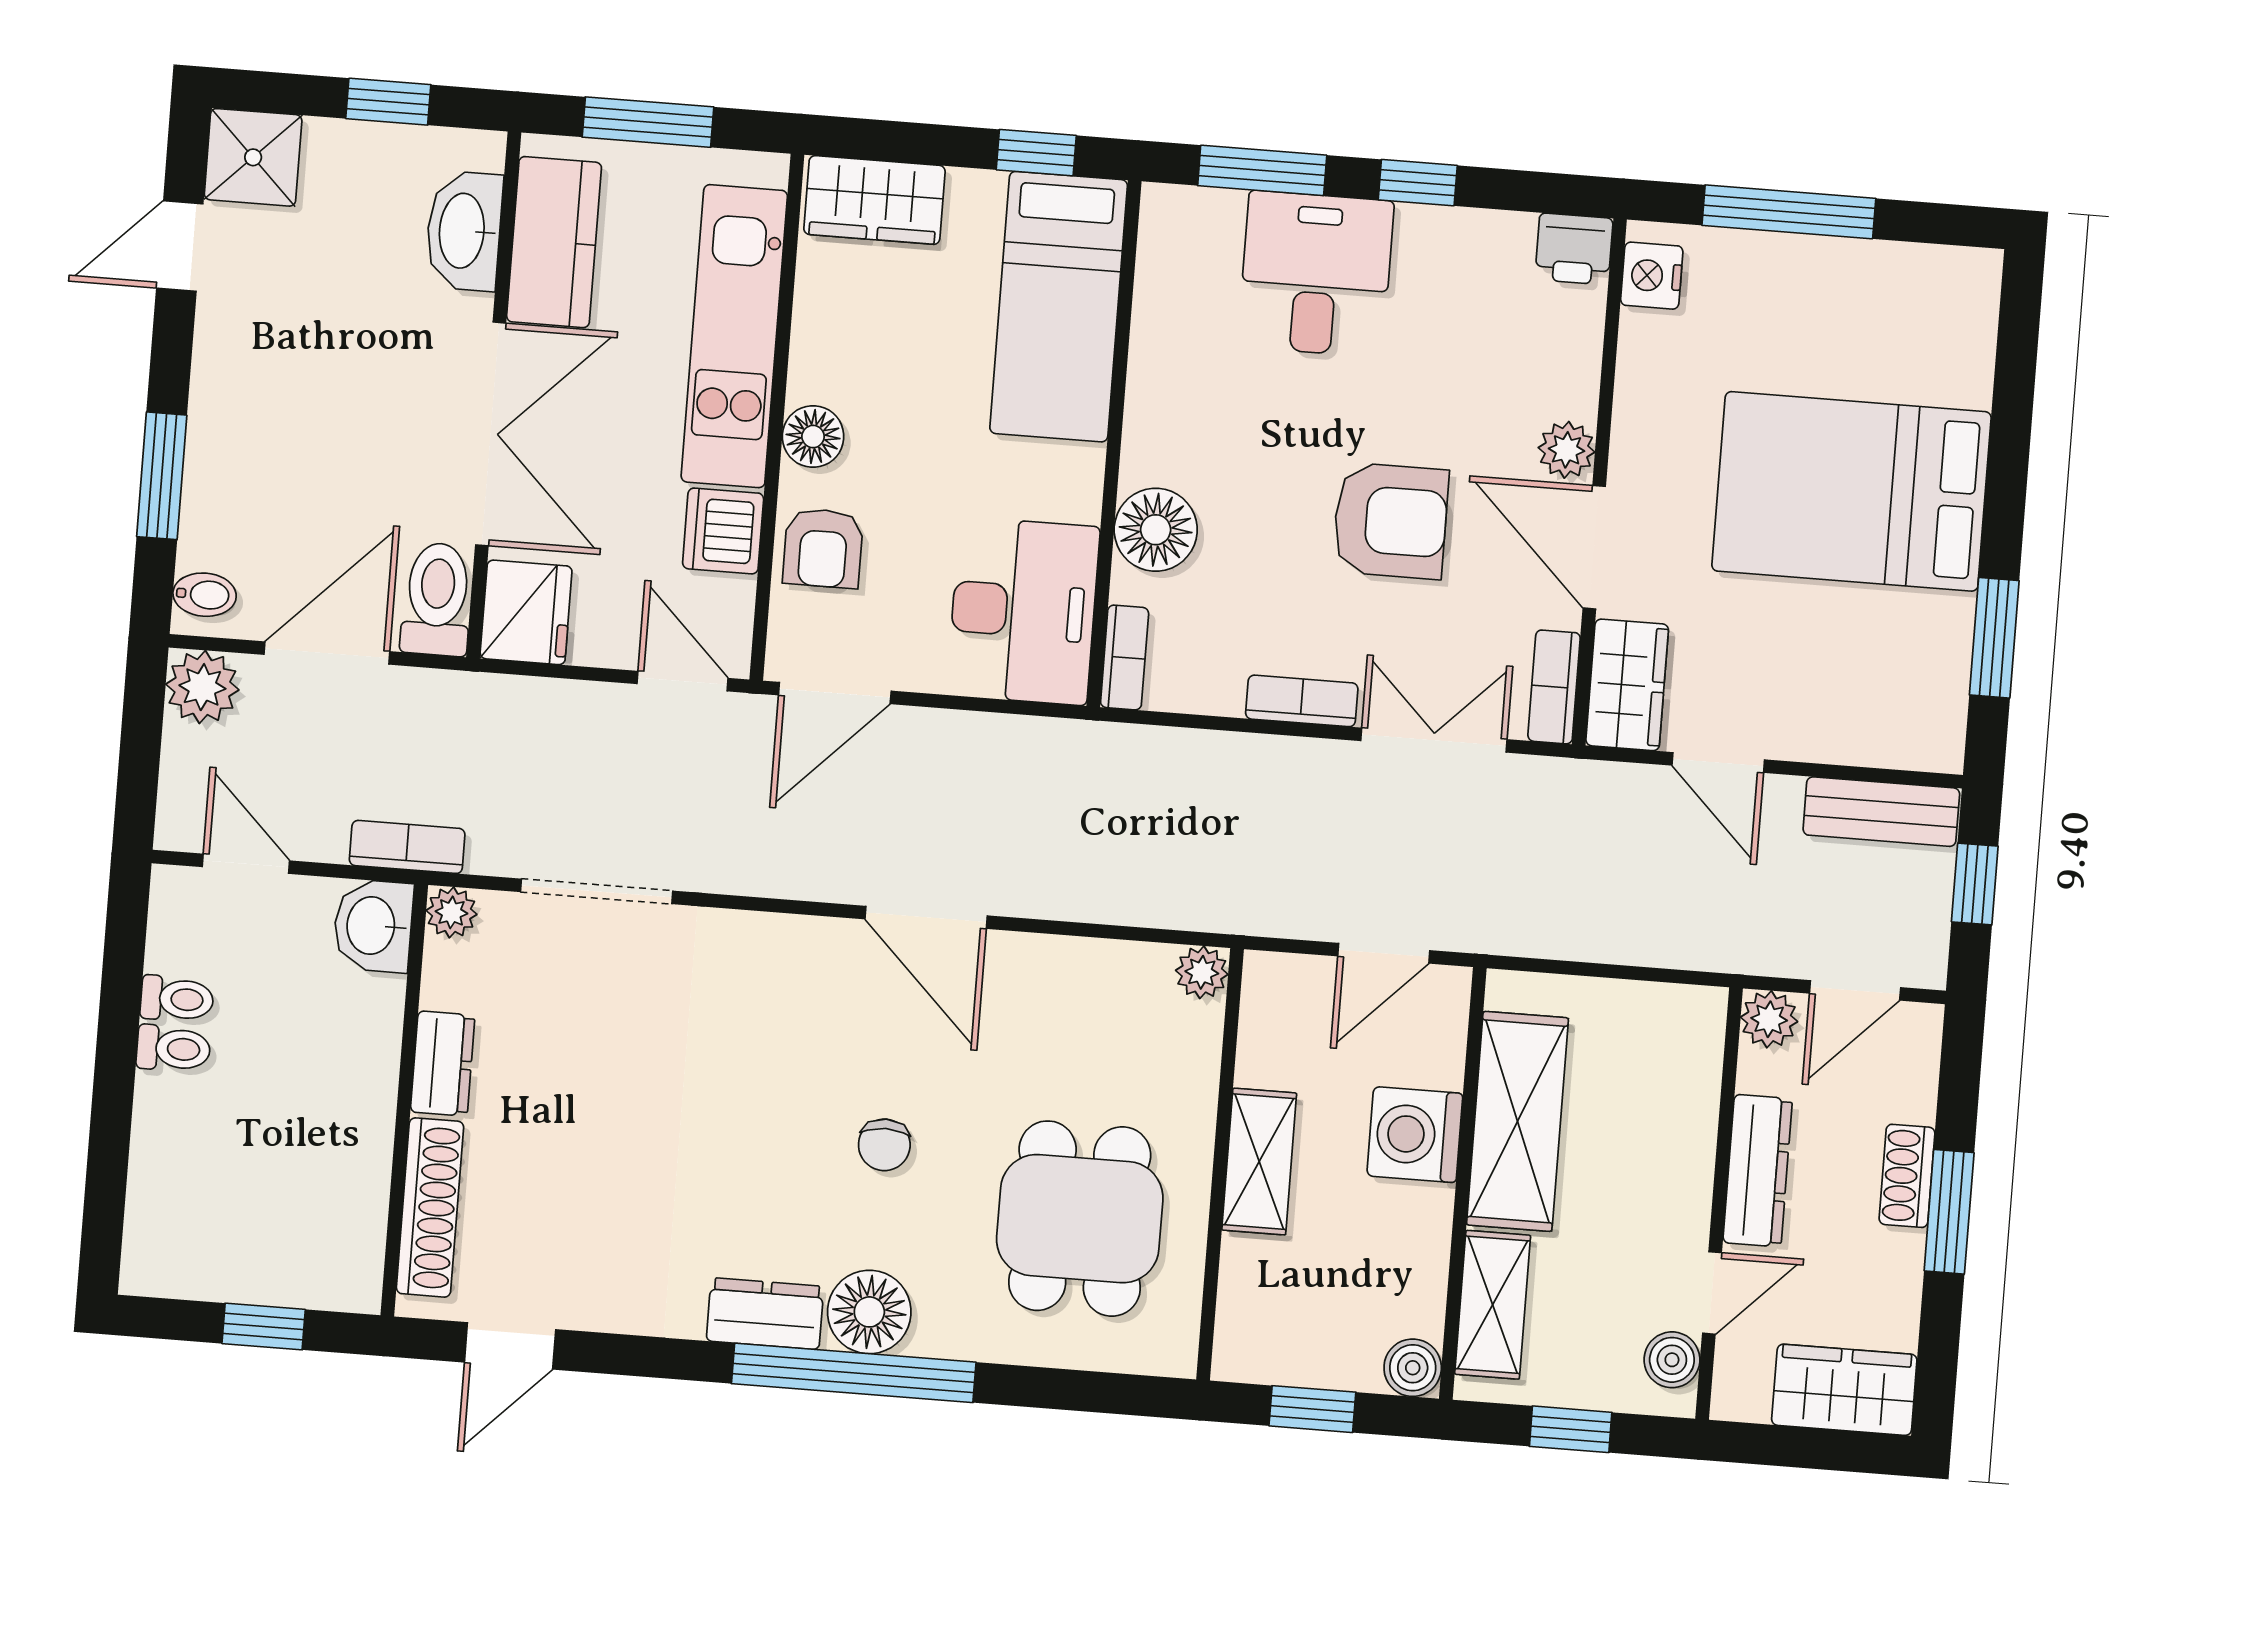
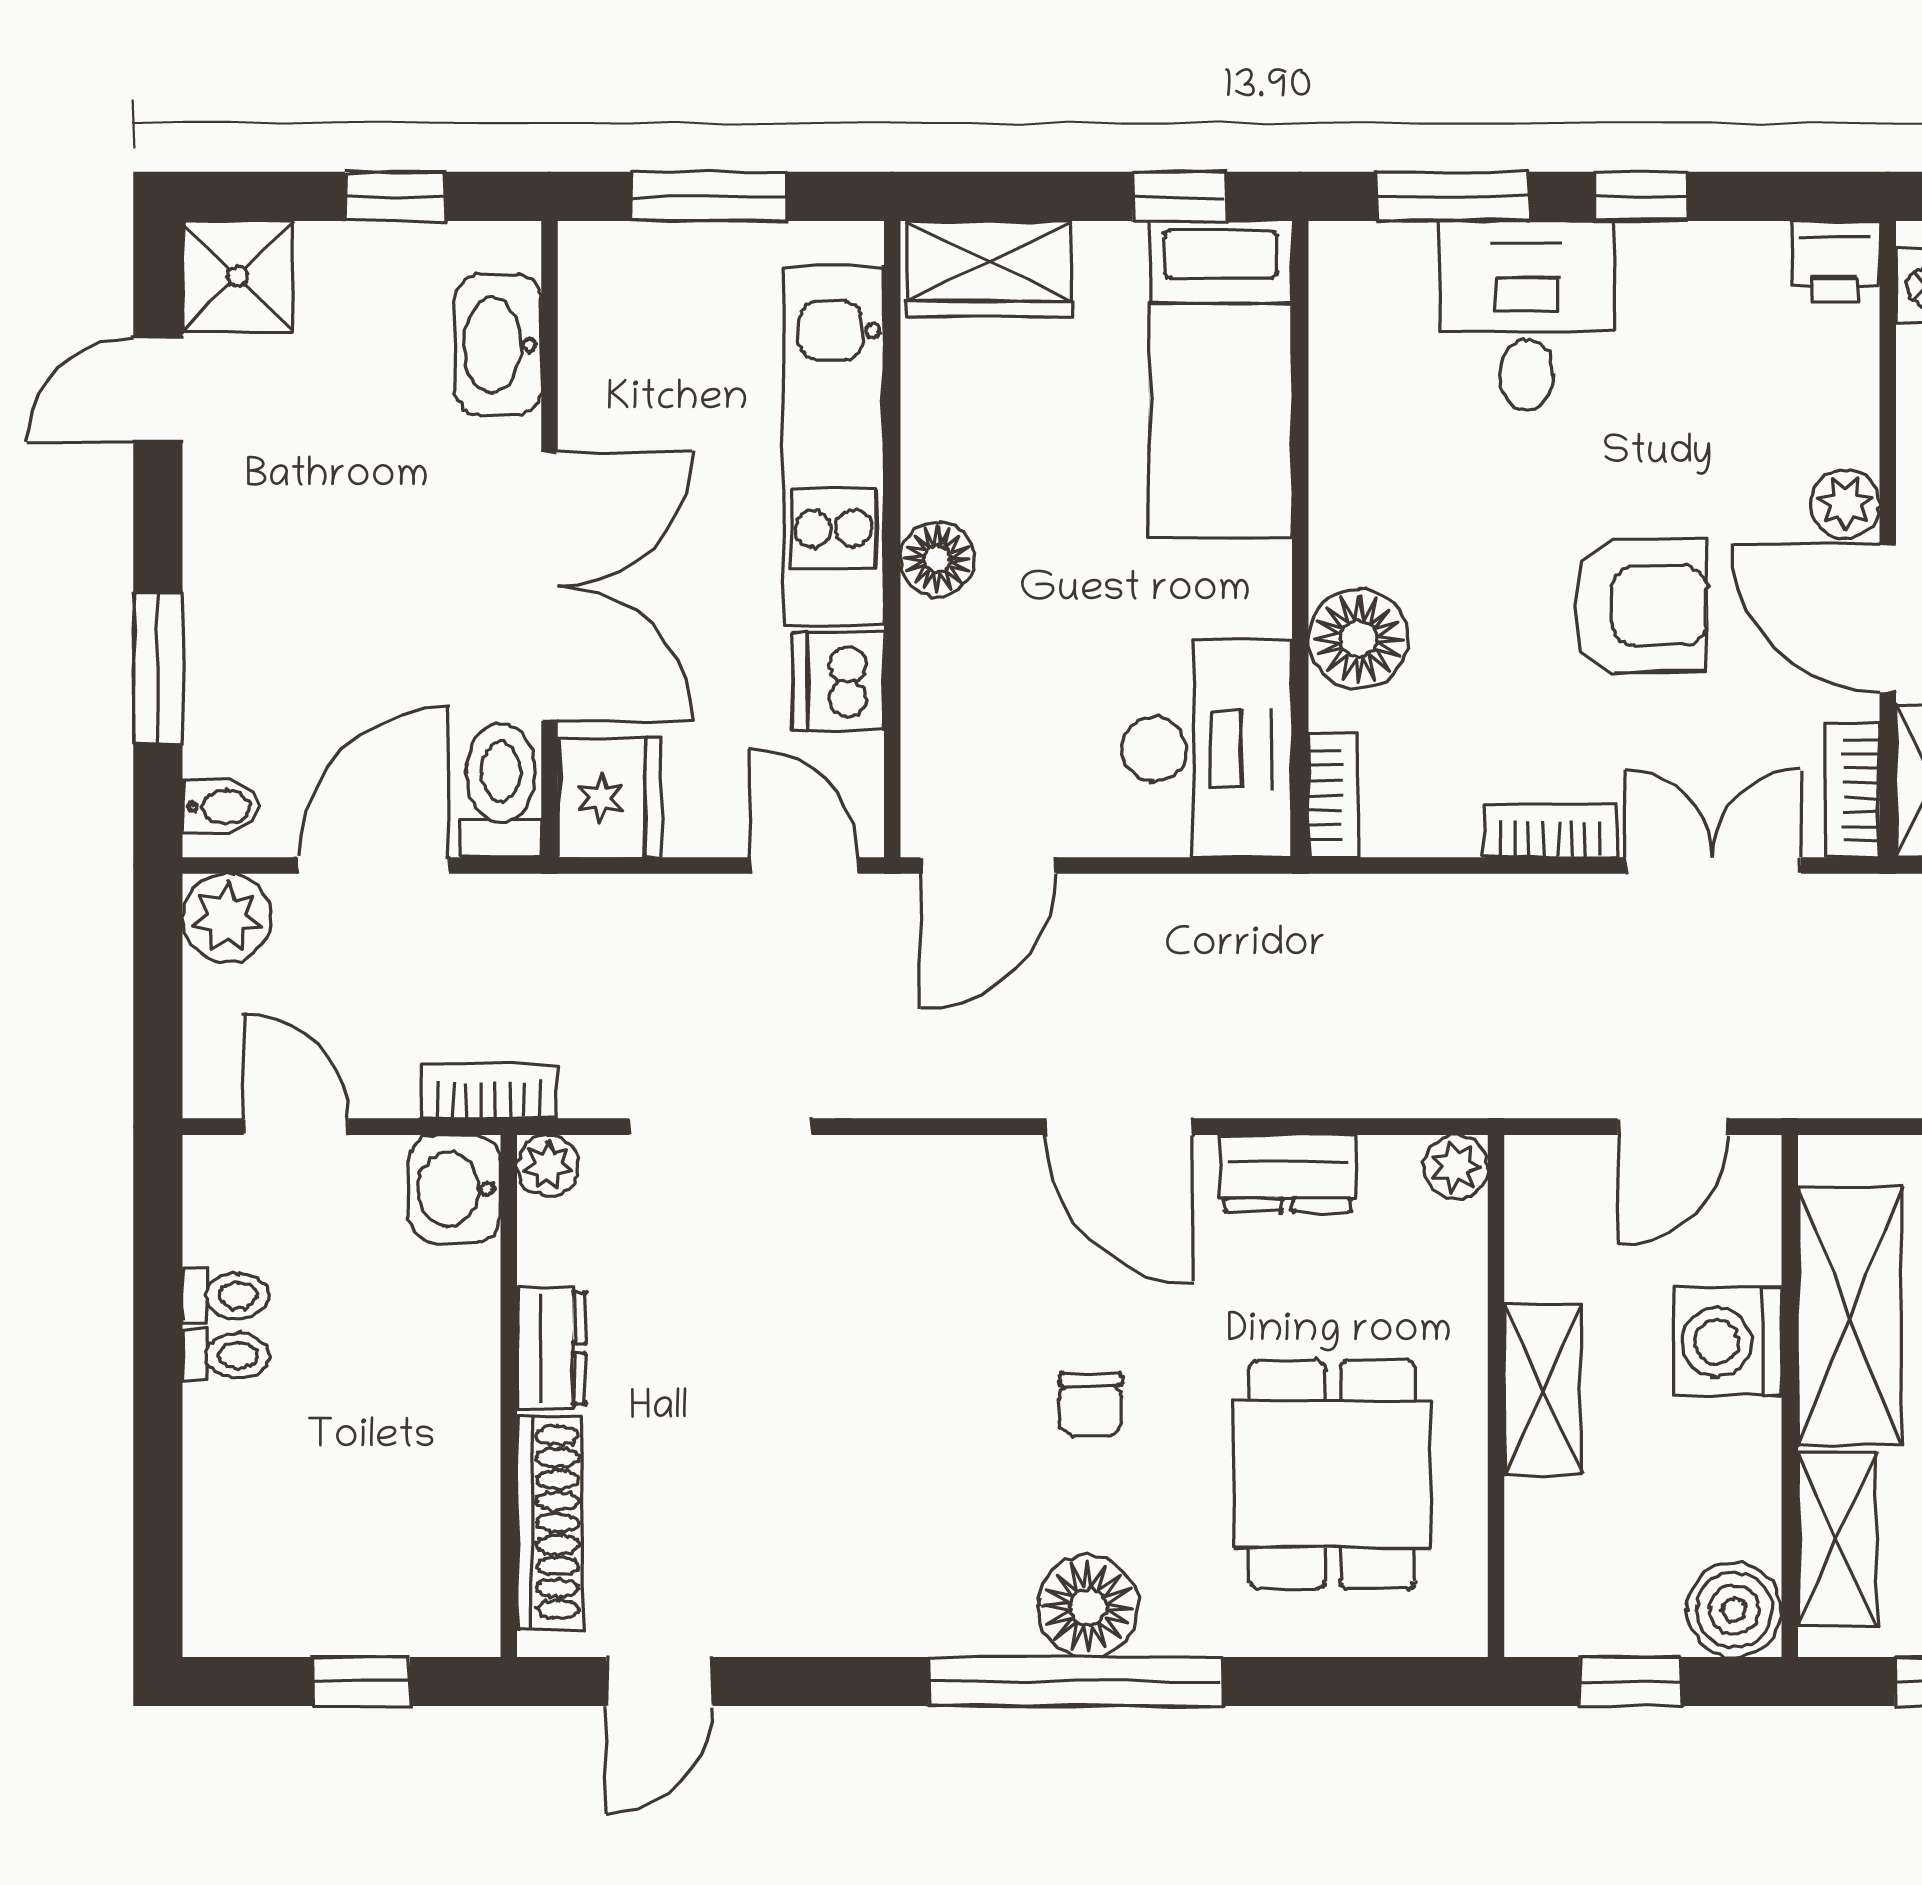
kitchen counter: (554, 242) -> (608, 350), removed
armchair: (823, 548) -> (960, 692), removed
dresser: (765, 1314) -> (1288, 1173), moved, turned 180
boiler: (1413, 1368) -> (1734, 1610), width x1.36, depth x1.36

